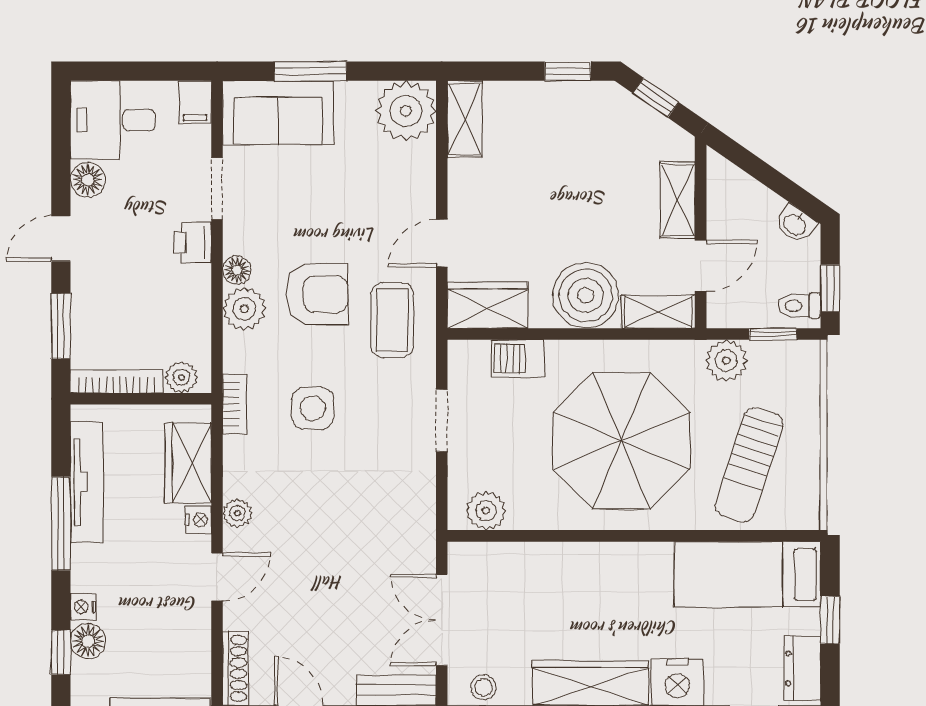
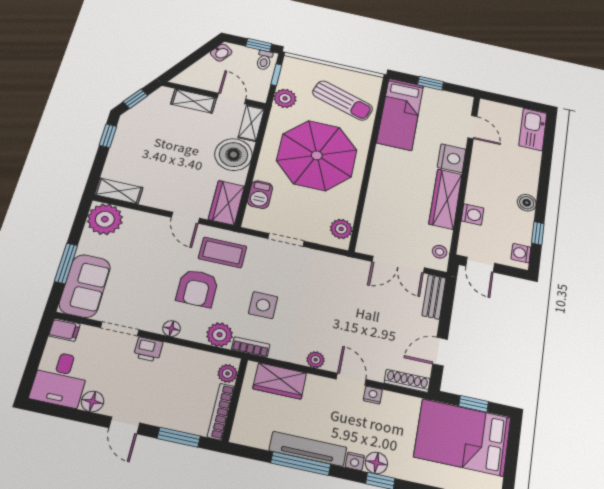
armchair: (317, 294) -> (197, 288), turned 180
plant: (244, 309) -> (220, 335), moved
tv unit: (87, 482) -> (308, 449), moved
nightstand: (198, 520) -> (373, 395), moved
dresser: (802, 668) -> (453, 101), removed

